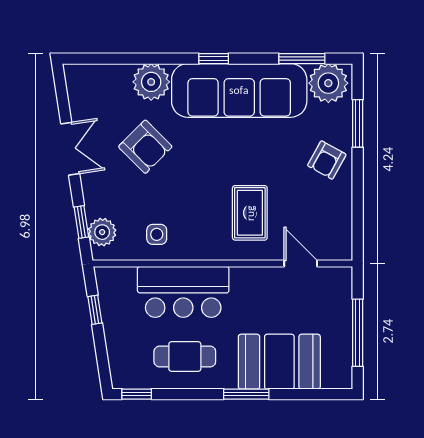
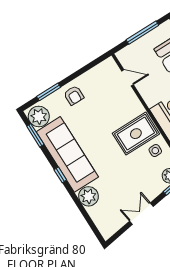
armchair: (145, 147) -> (119, 181), removed
armchair: (327, 160) -> (74, 95), turned 61
rug: (250, 213) -> (136, 134), moved, width x1.36, depth x1.43
door: (301, 263) -> (128, 78), swing flipped

